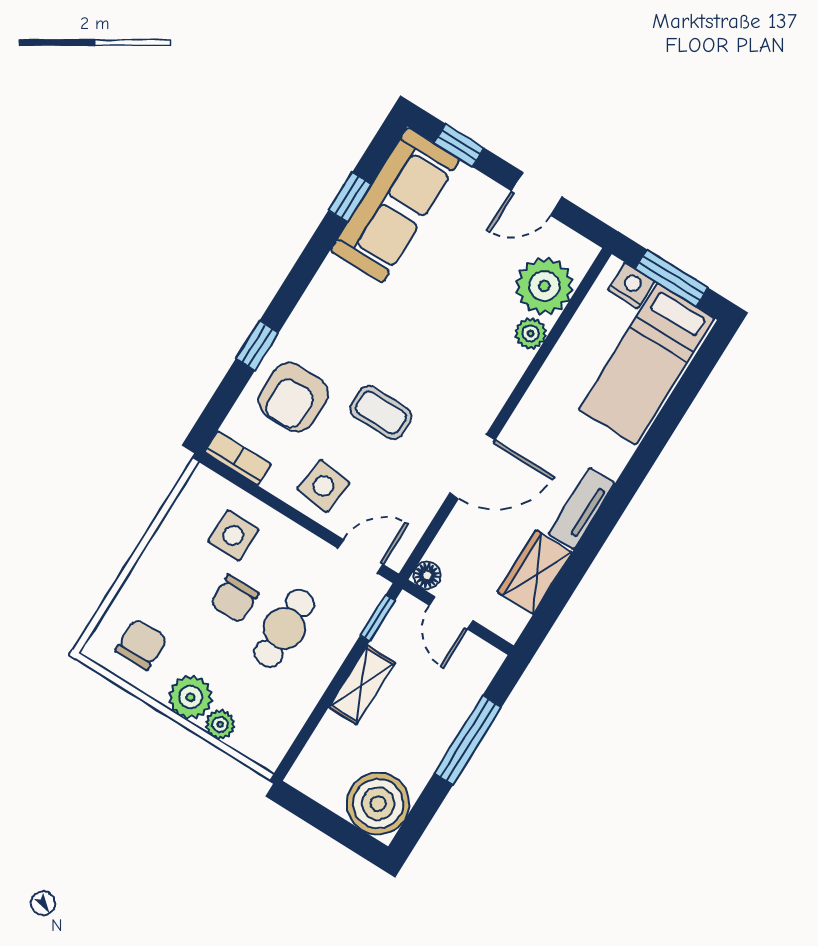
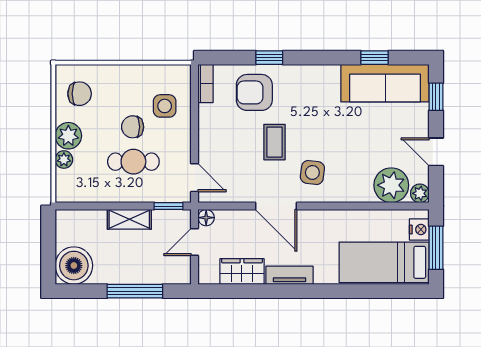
plant: (531, 333) -> (420, 193), moved
side table: (323, 486) -> (312, 172), moved

